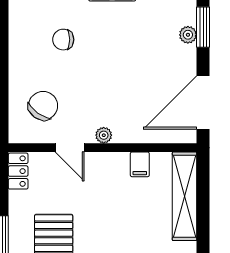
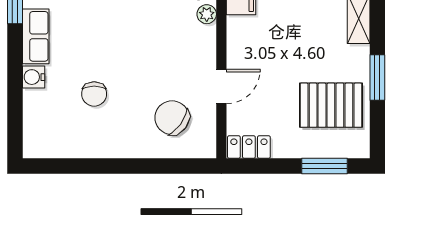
plant: (104, 135) -> (207, 14), moved

